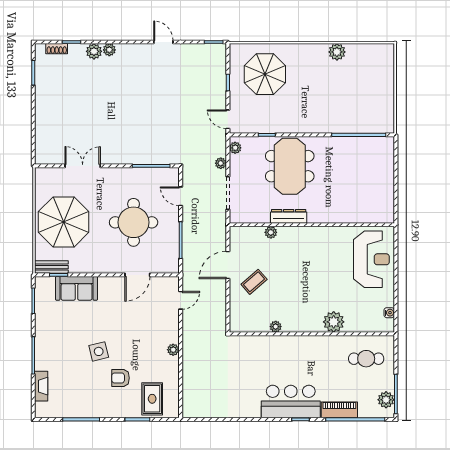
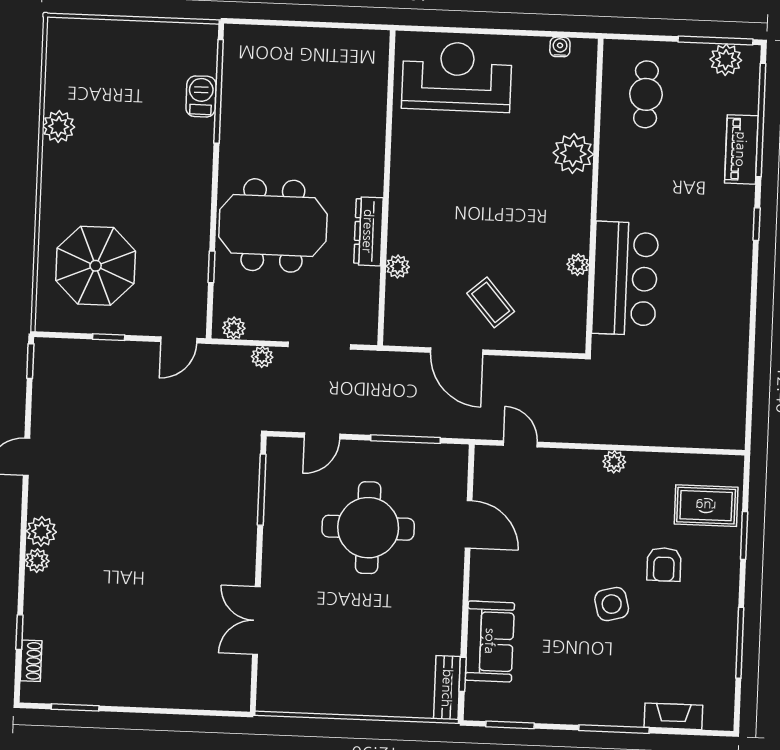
plant: (94, 51) -> (41, 531), moved
barbecue: (356, 126) -> (201, 96), added
parasol: (64, 222) -> (362, 661), removed
bar counter: (291, 401) -> (625, 278), moved, turned 180

